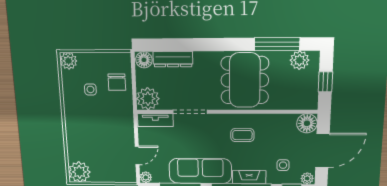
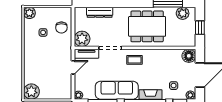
floor lamp: (144, 60) -> (80, 13), removed
dining table: (245, 80) -> (147, 26), turned 90
coffee table: (242, 135) -> (134, 60), moved
door: (137, 155) -> (73, 67), moved

